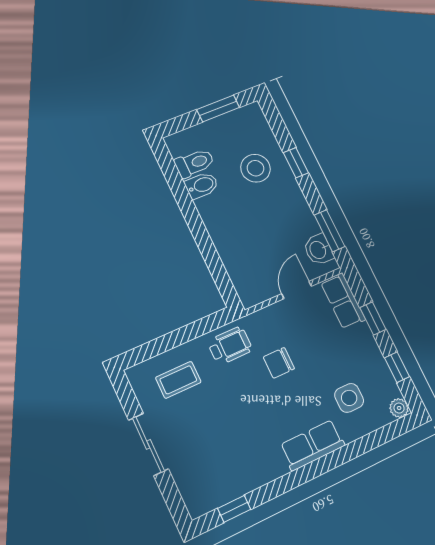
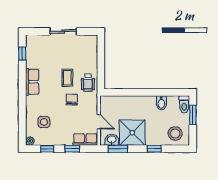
window: (218, 108) -> (193, 115), moved
toilet: (195, 163) -> (184, 104), moved
stool: (255, 168) -> (175, 133), moved
shower: (286, 217) -> (132, 133), added
coffee table: (178, 380) -> (67, 78), moved
row of seats: (312, 445) -> (32, 82), moved

